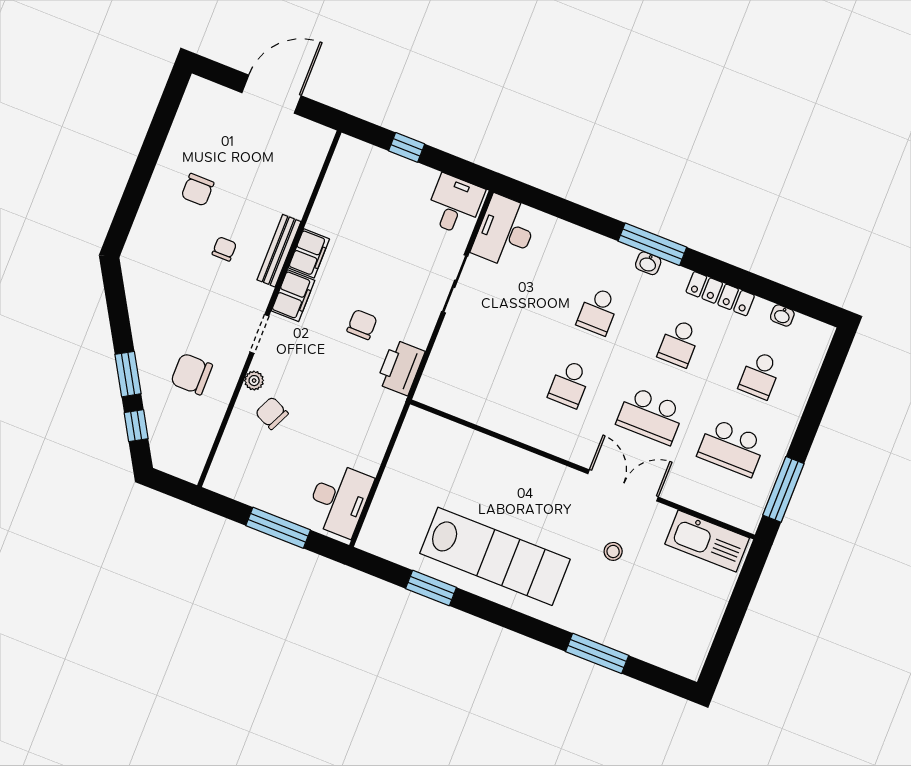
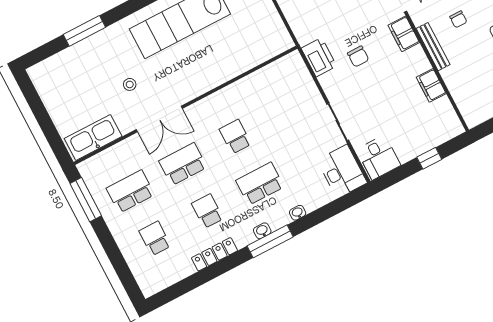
filing cabinet: (309, 253) -> (431, 85), moved
school desk: (598, 311) -> (260, 184), width x1.85
washbasin: (782, 315) -> (298, 213), moved

